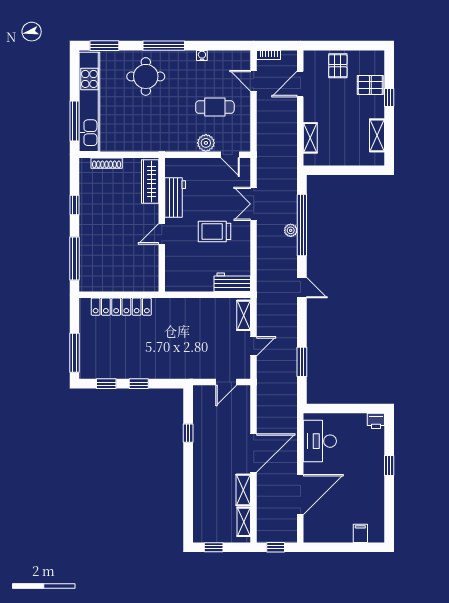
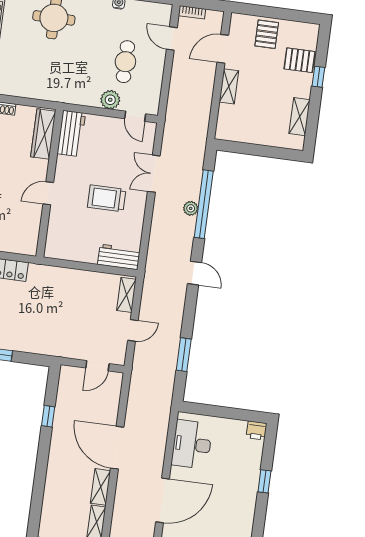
cafe table: (215, 107) -> (125, 62), turned 90
shelving: (310, 138) -> (229, 86), moved
workbench: (175, 197) -> (71, 133), moved
door: (254, 453) -> (117, 448), swing flipped

